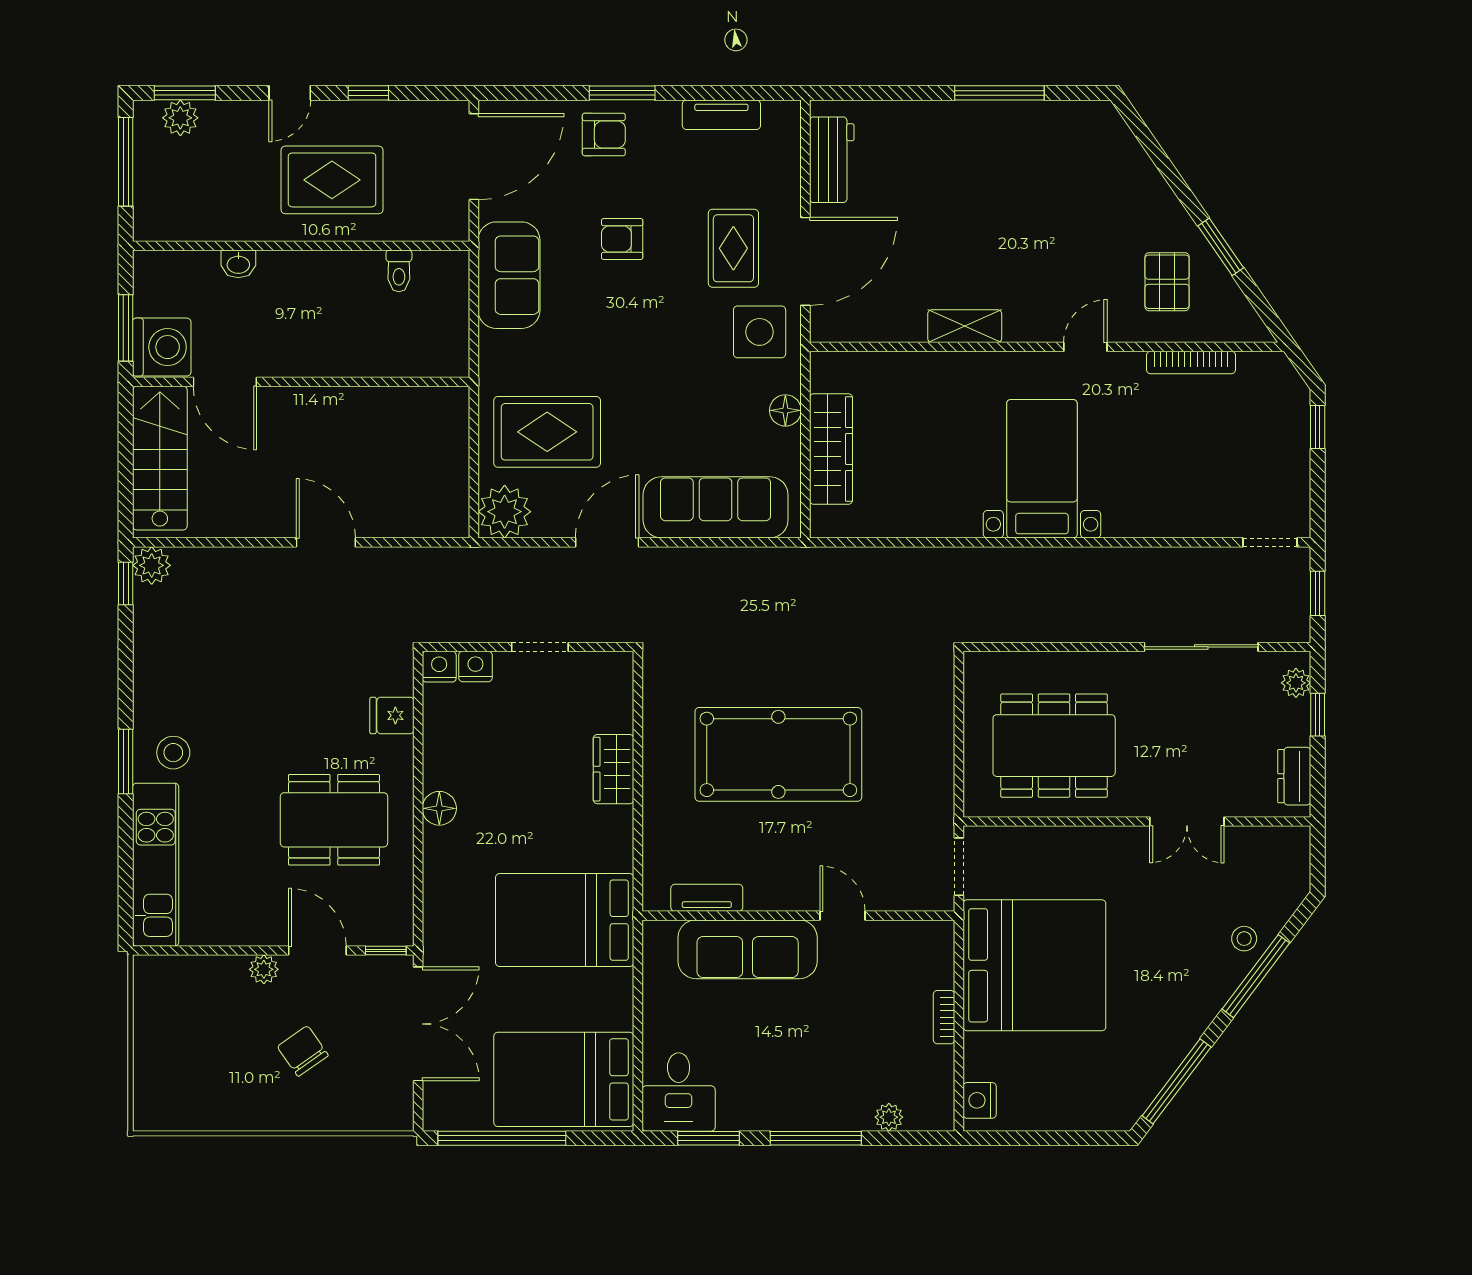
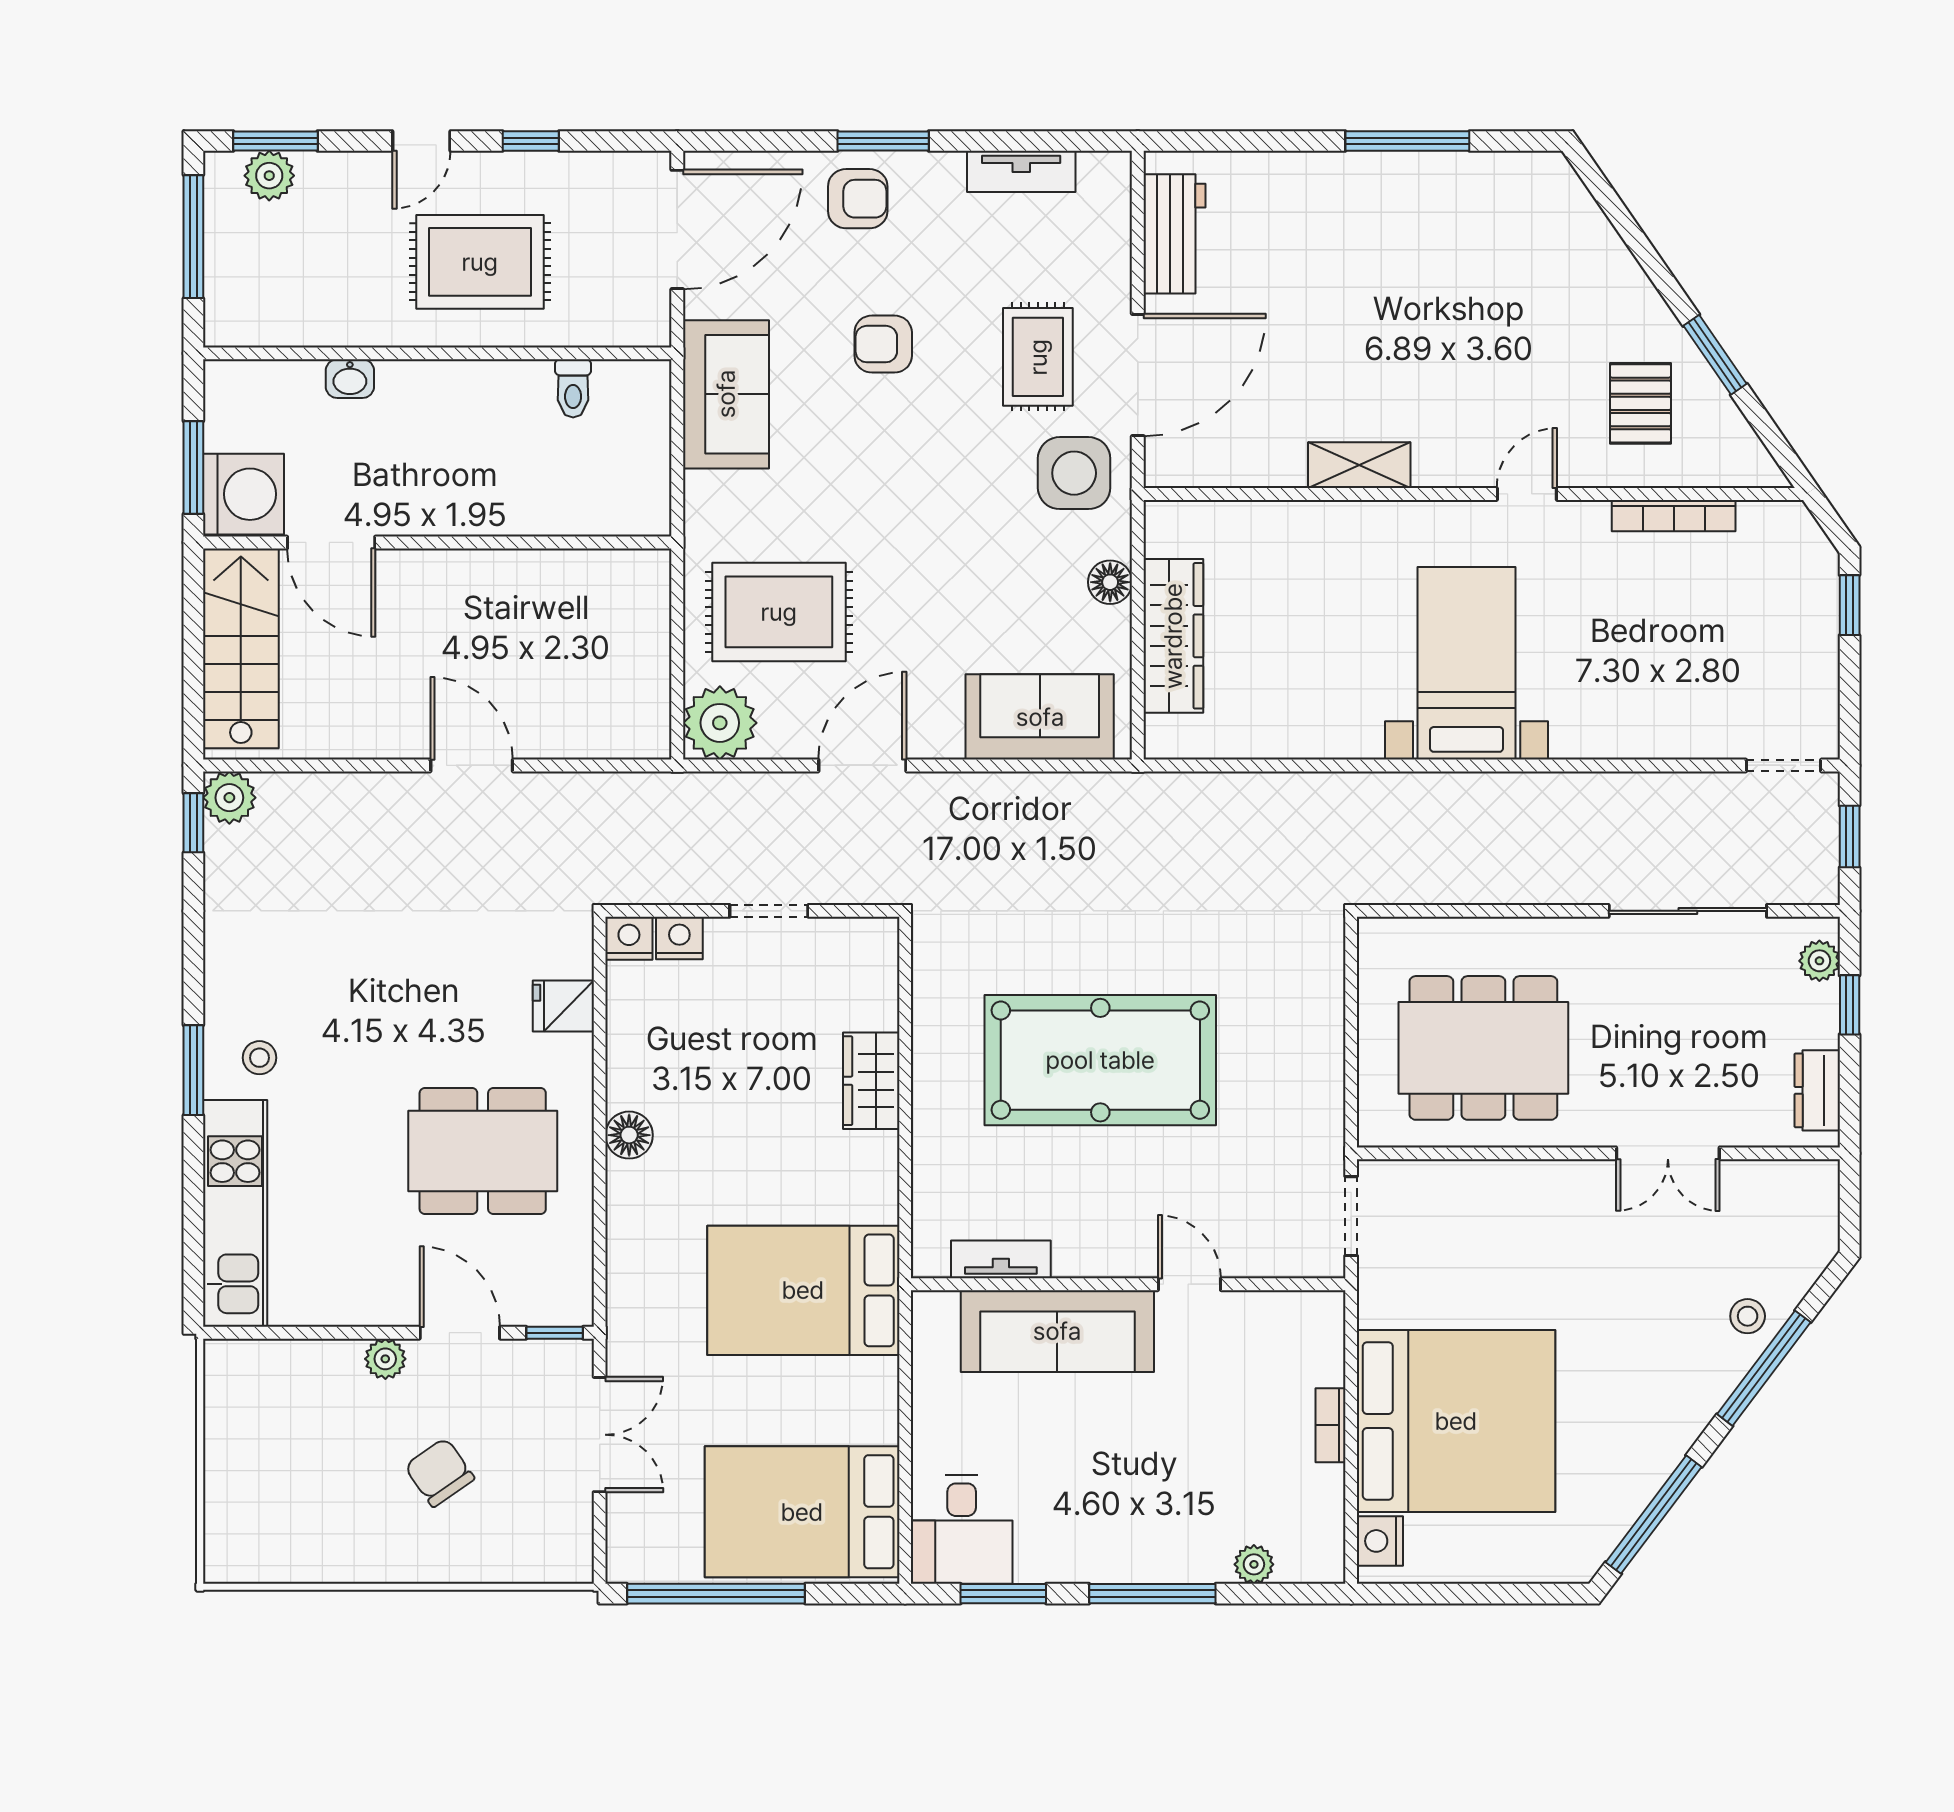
sofa: (716, 507) -> (1040, 717), width x0.73
stool: (173, 753) -> (259, 1058), width x0.73, depth x0.73
bed: (1034, 965) -> (1456, 1421), moved
double door: (418, 1024) -> (600, 1435), width x0.73

